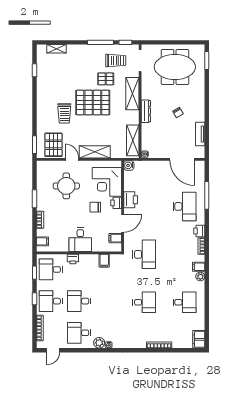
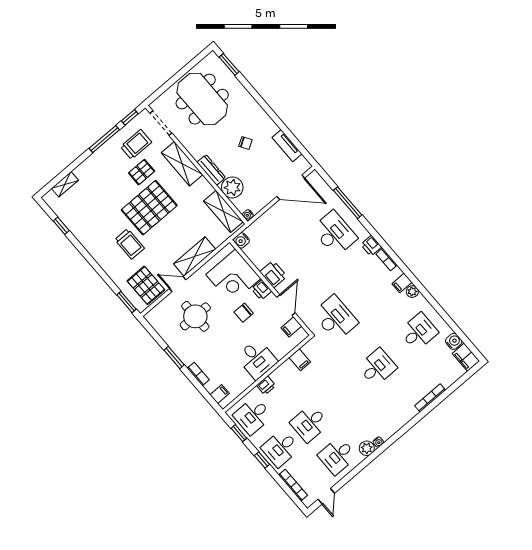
meeting table: (175, 67) -> (202, 99), turned 90
plant: (149, 131) -> (232, 187), added
water cooler: (200, 324) -> (454, 341), added

